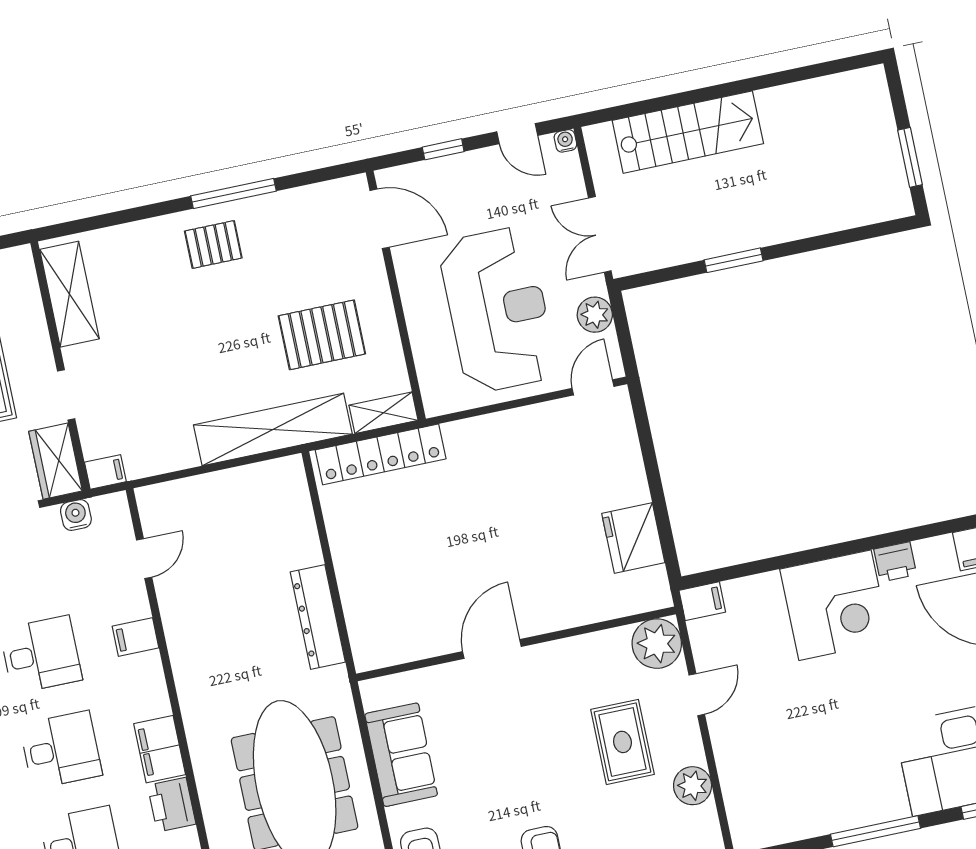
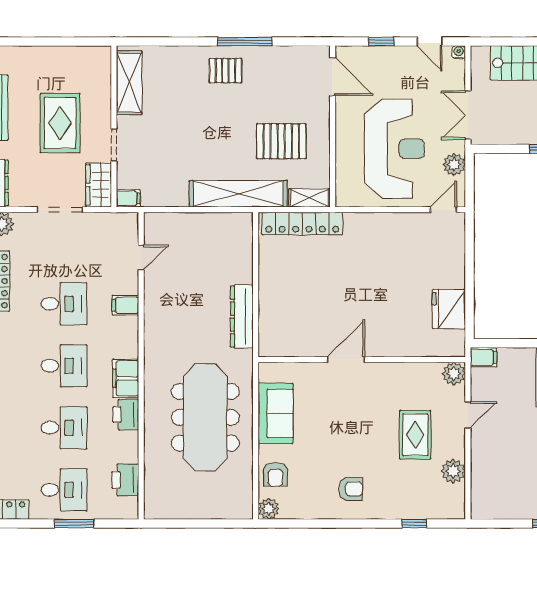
water cooler: (76, 515) -> (104, 221), removed
plant: (657, 644) -> (454, 374), width x0.73, depth x0.73

